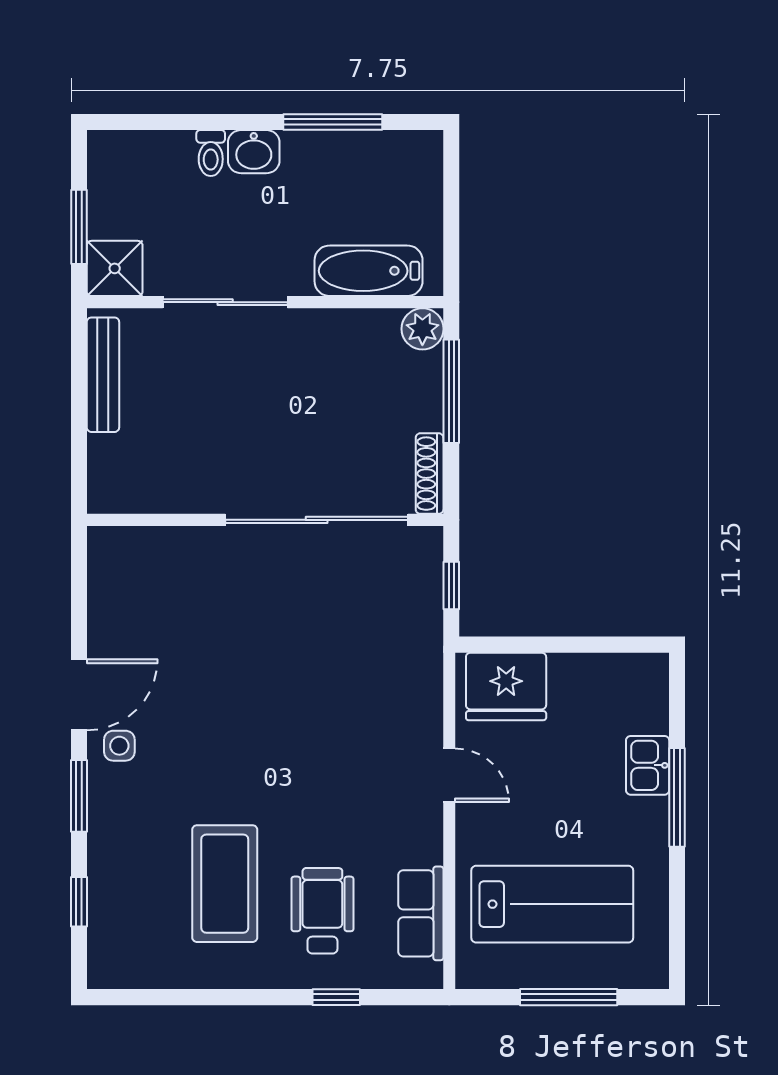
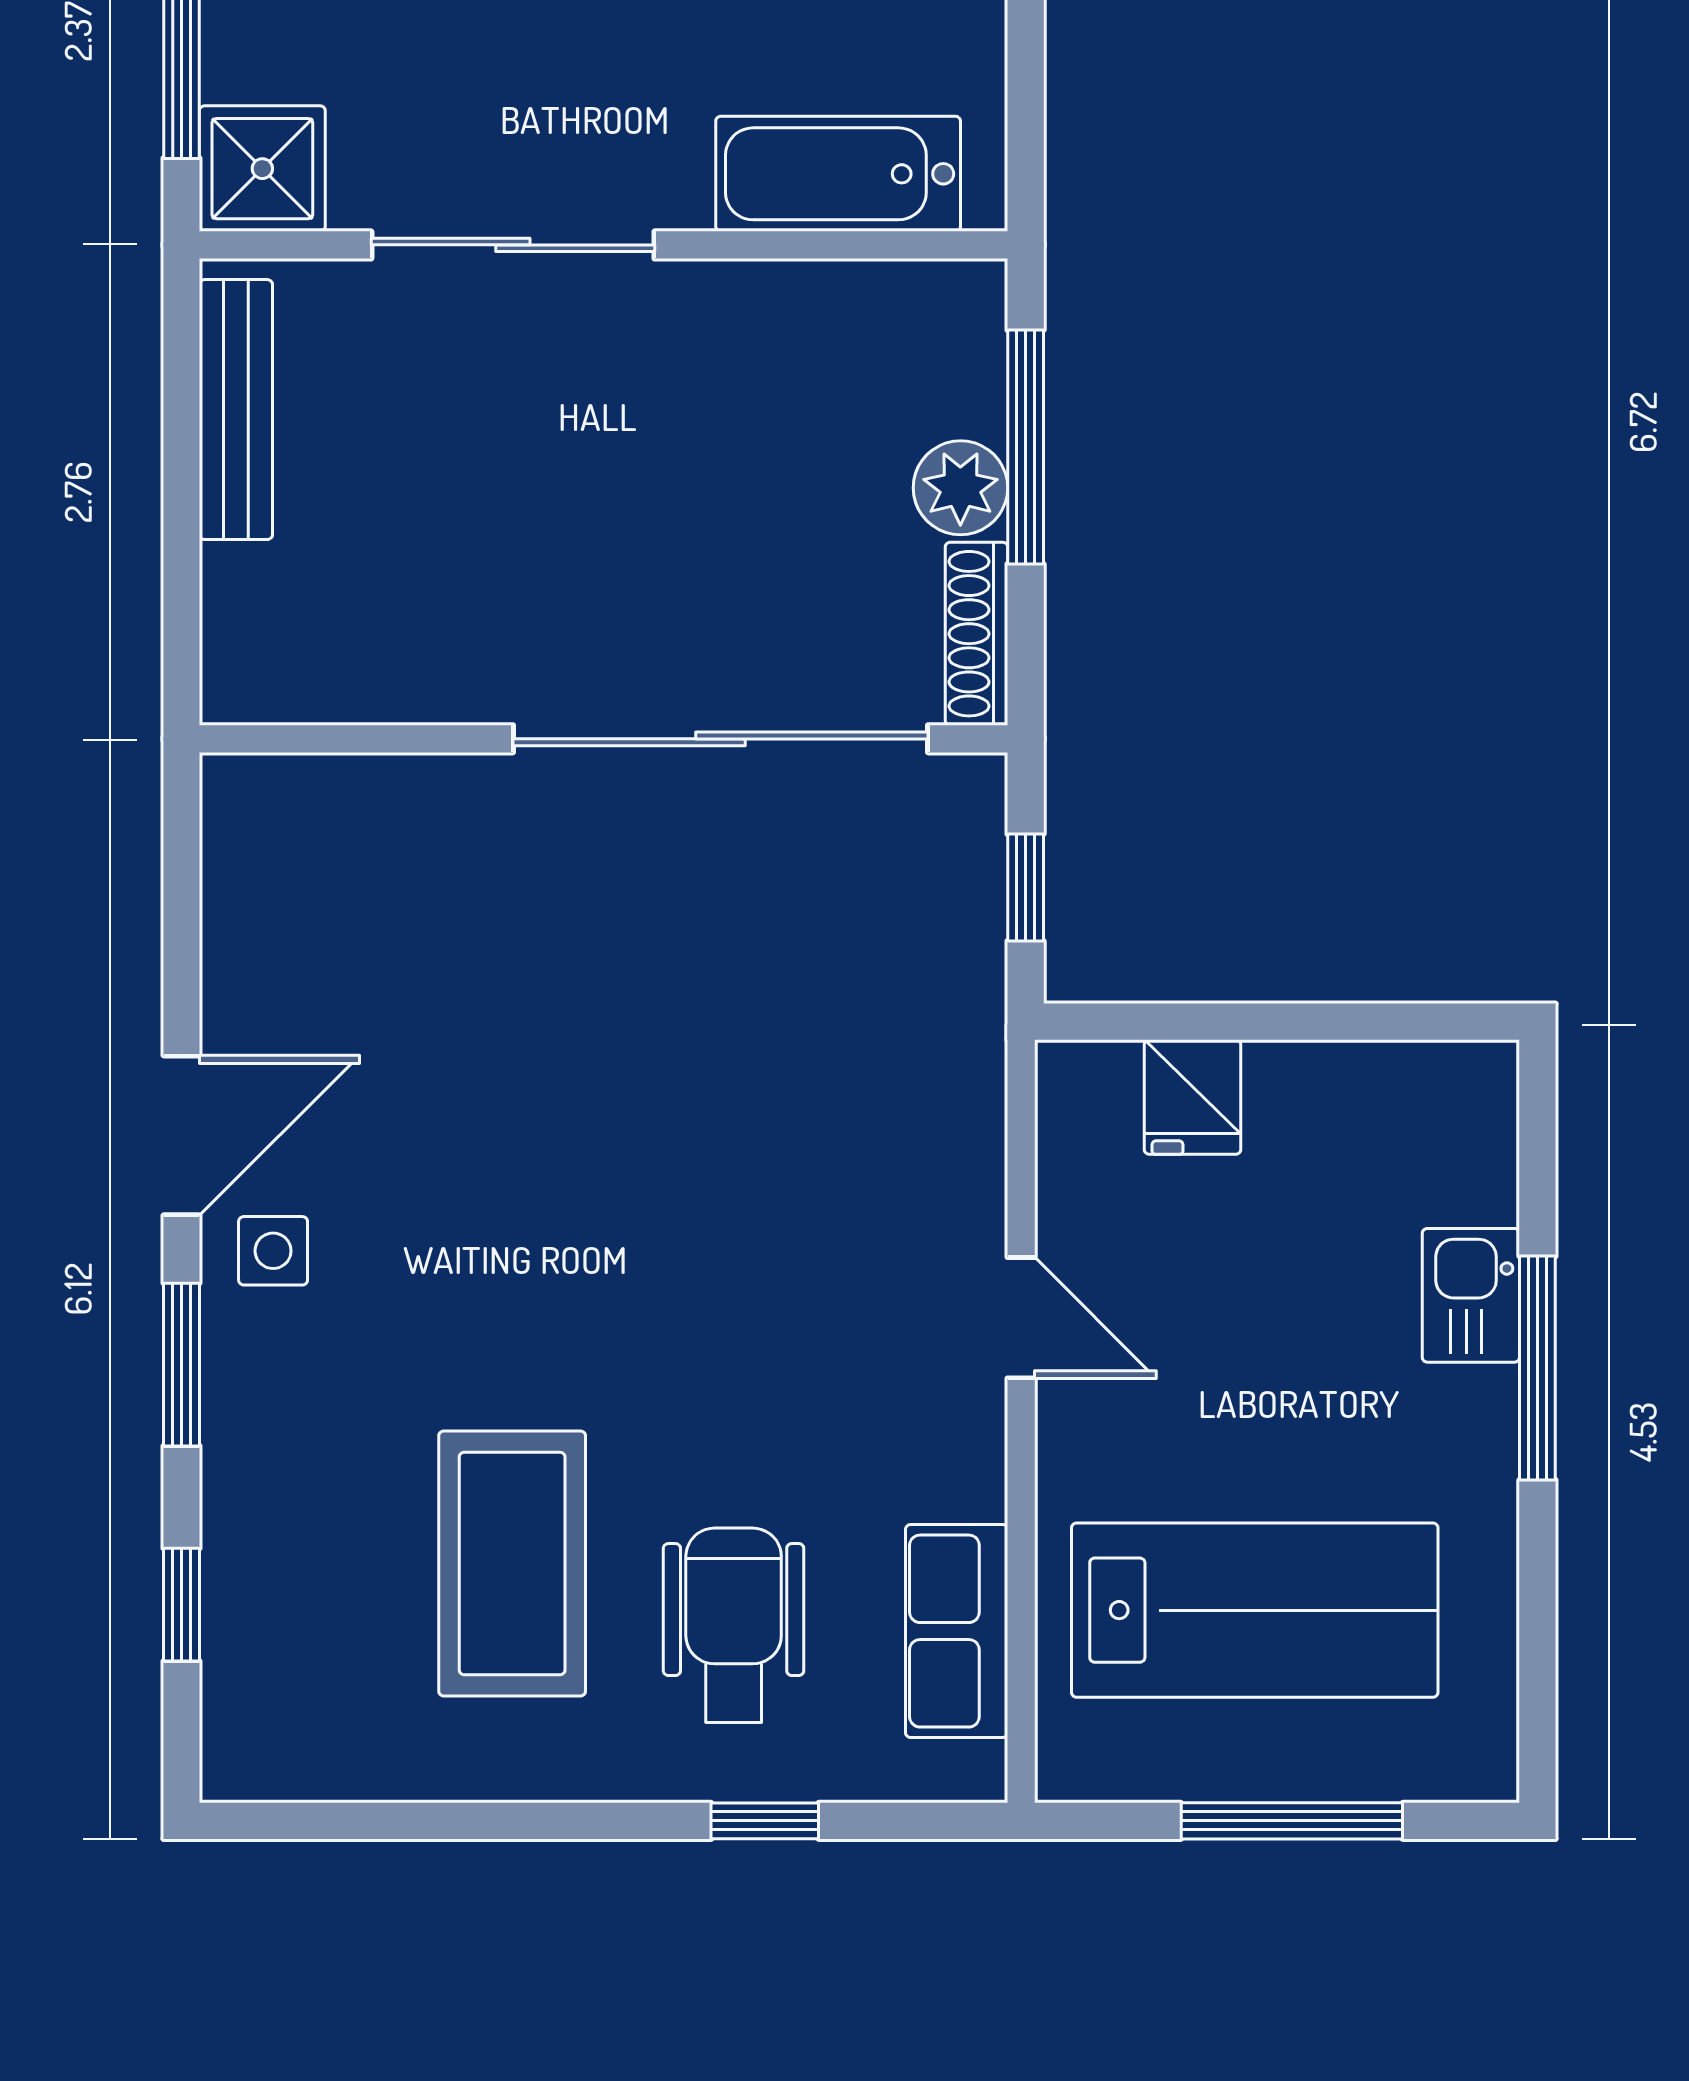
plant: (422, 329) -> (960, 488), moved
fridge: (506, 686) -> (1193, 1097), width x0.53, depth x0.75

